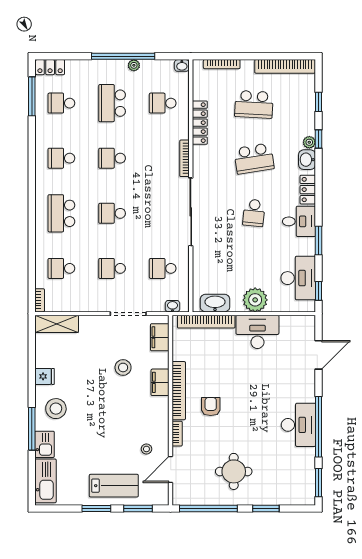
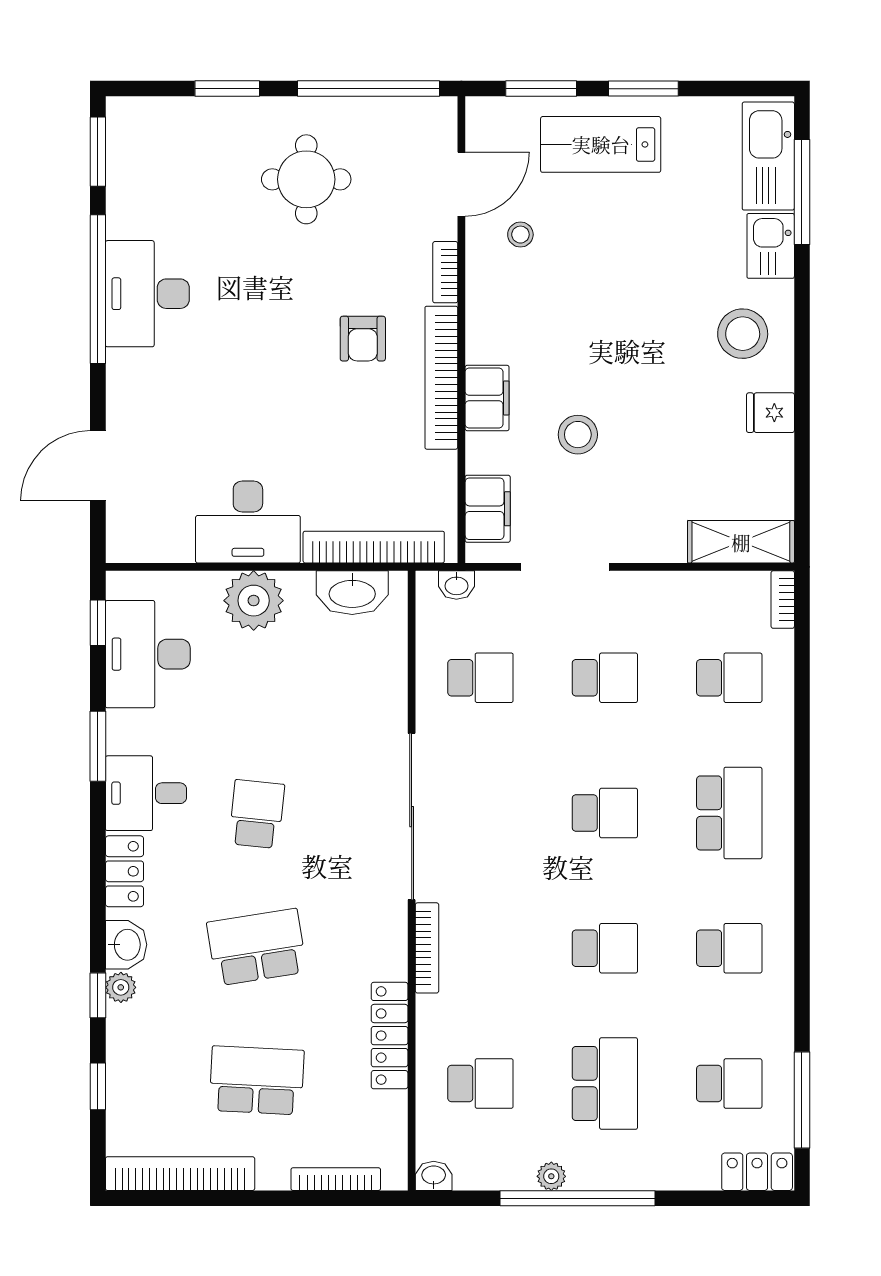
window: (32, 429) -> (802, 192), moved

